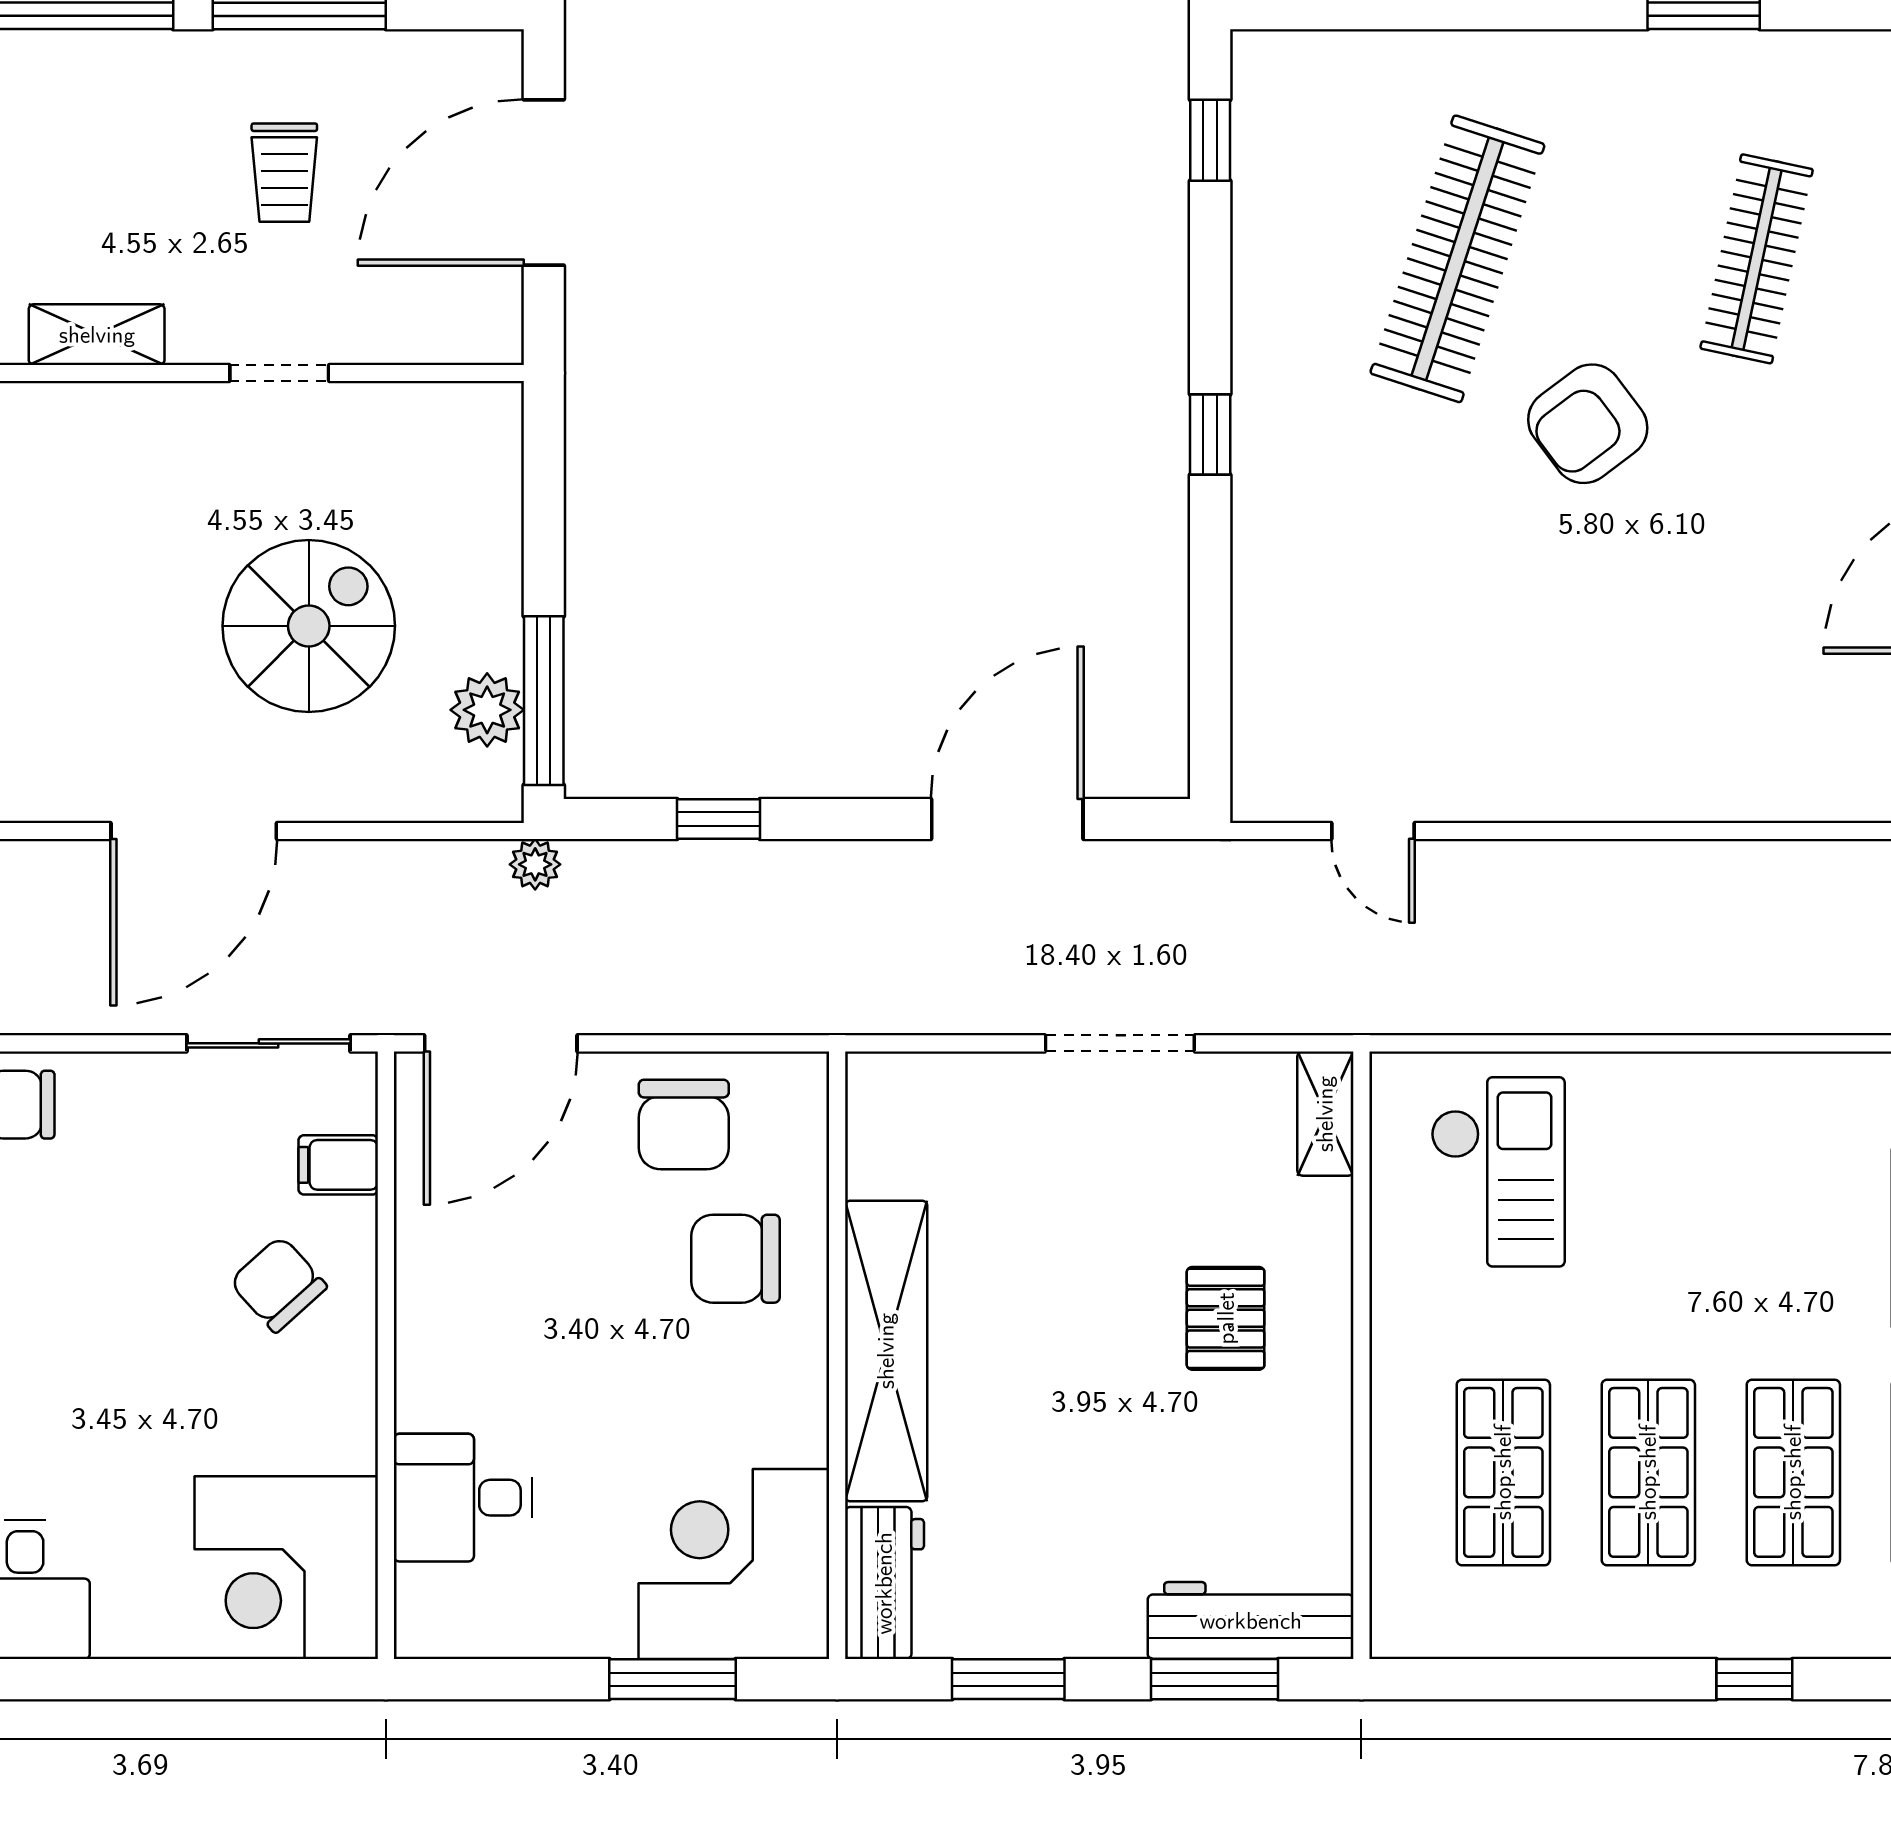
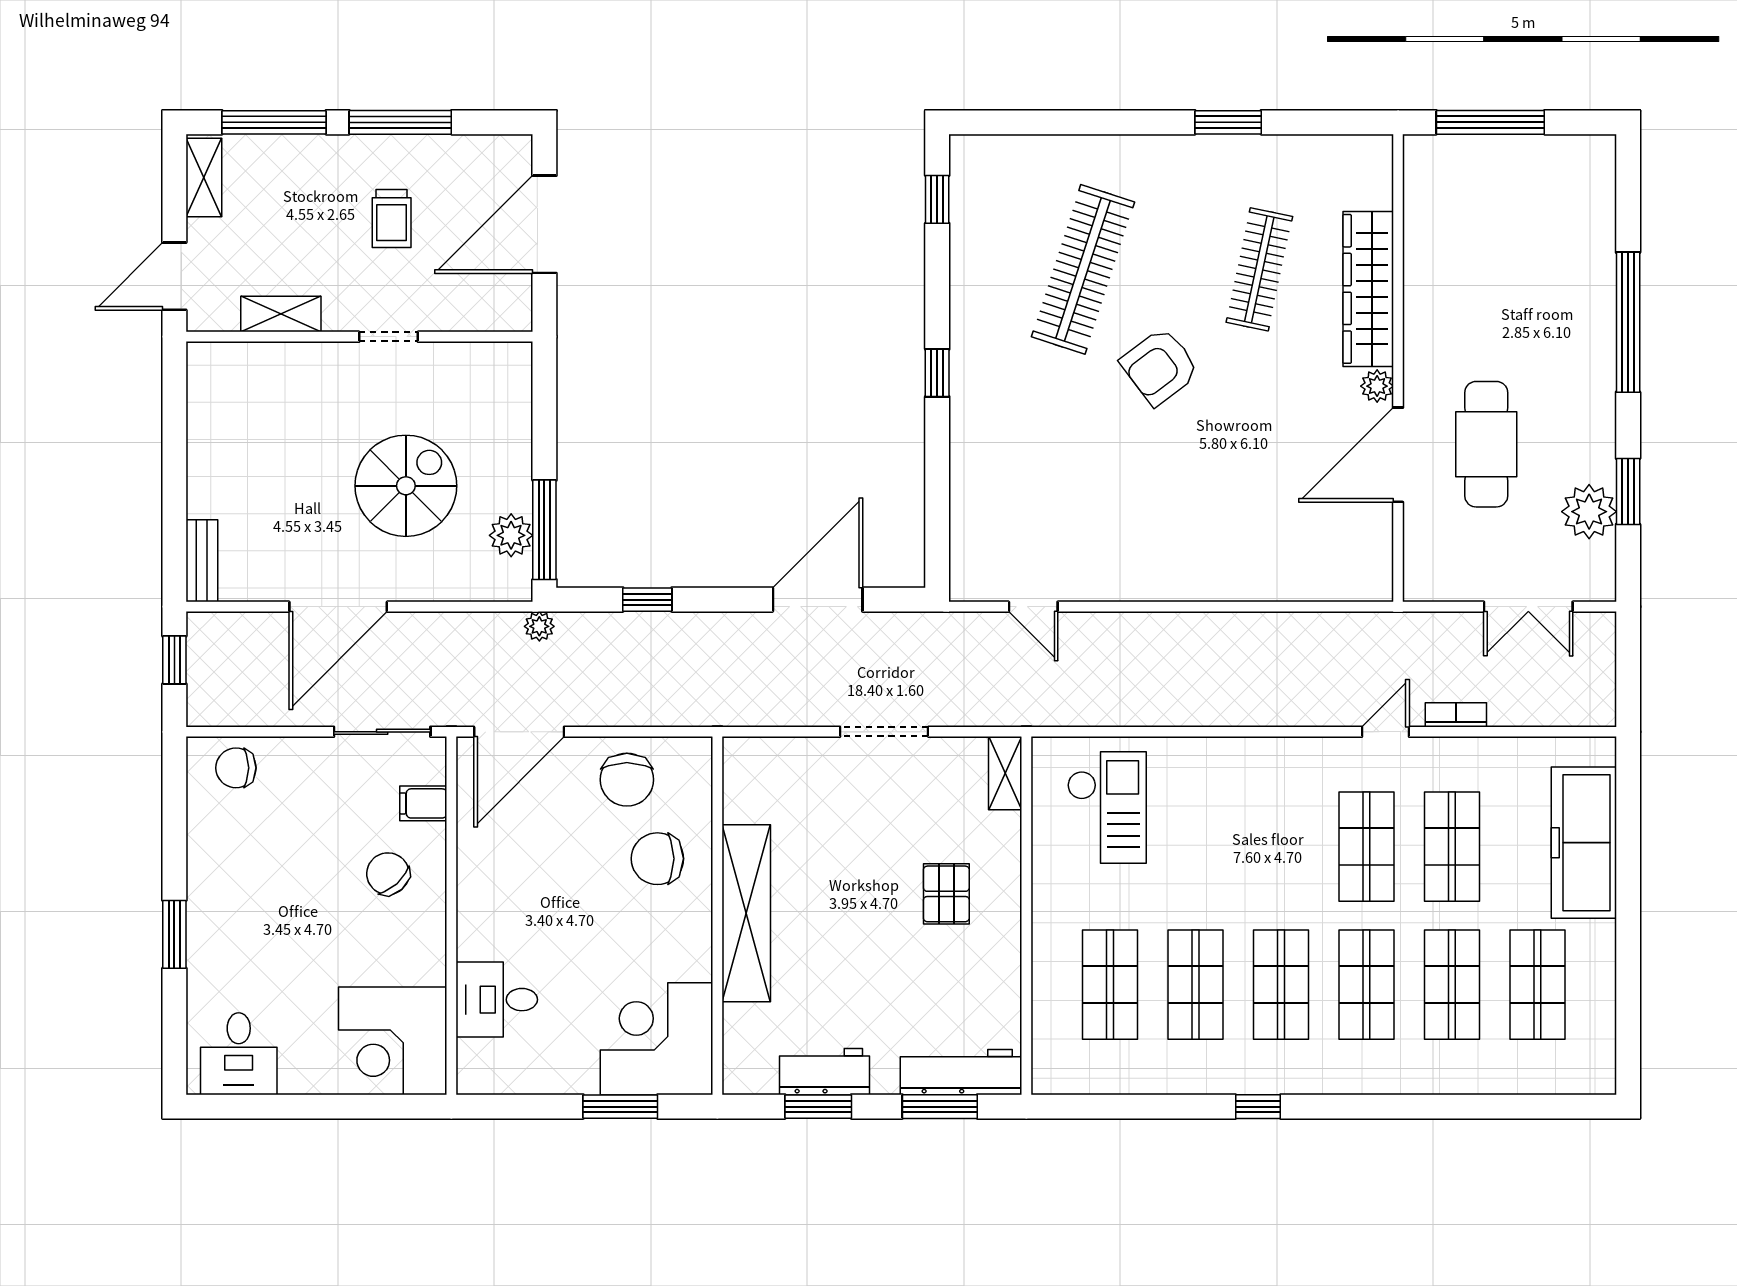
workbench: (884, 1583) -> (825, 1072), moved, turned -90

